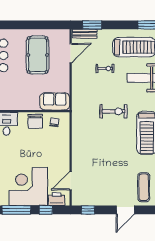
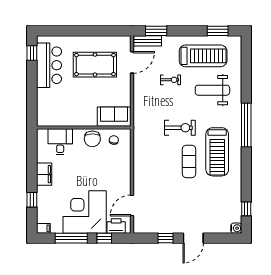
pool table: (38, 55) -> (95, 65), turned 90
exercise mat: (144, 187) -> (189, 161), moved
window: (88, 210) -> (166, 238), moved

